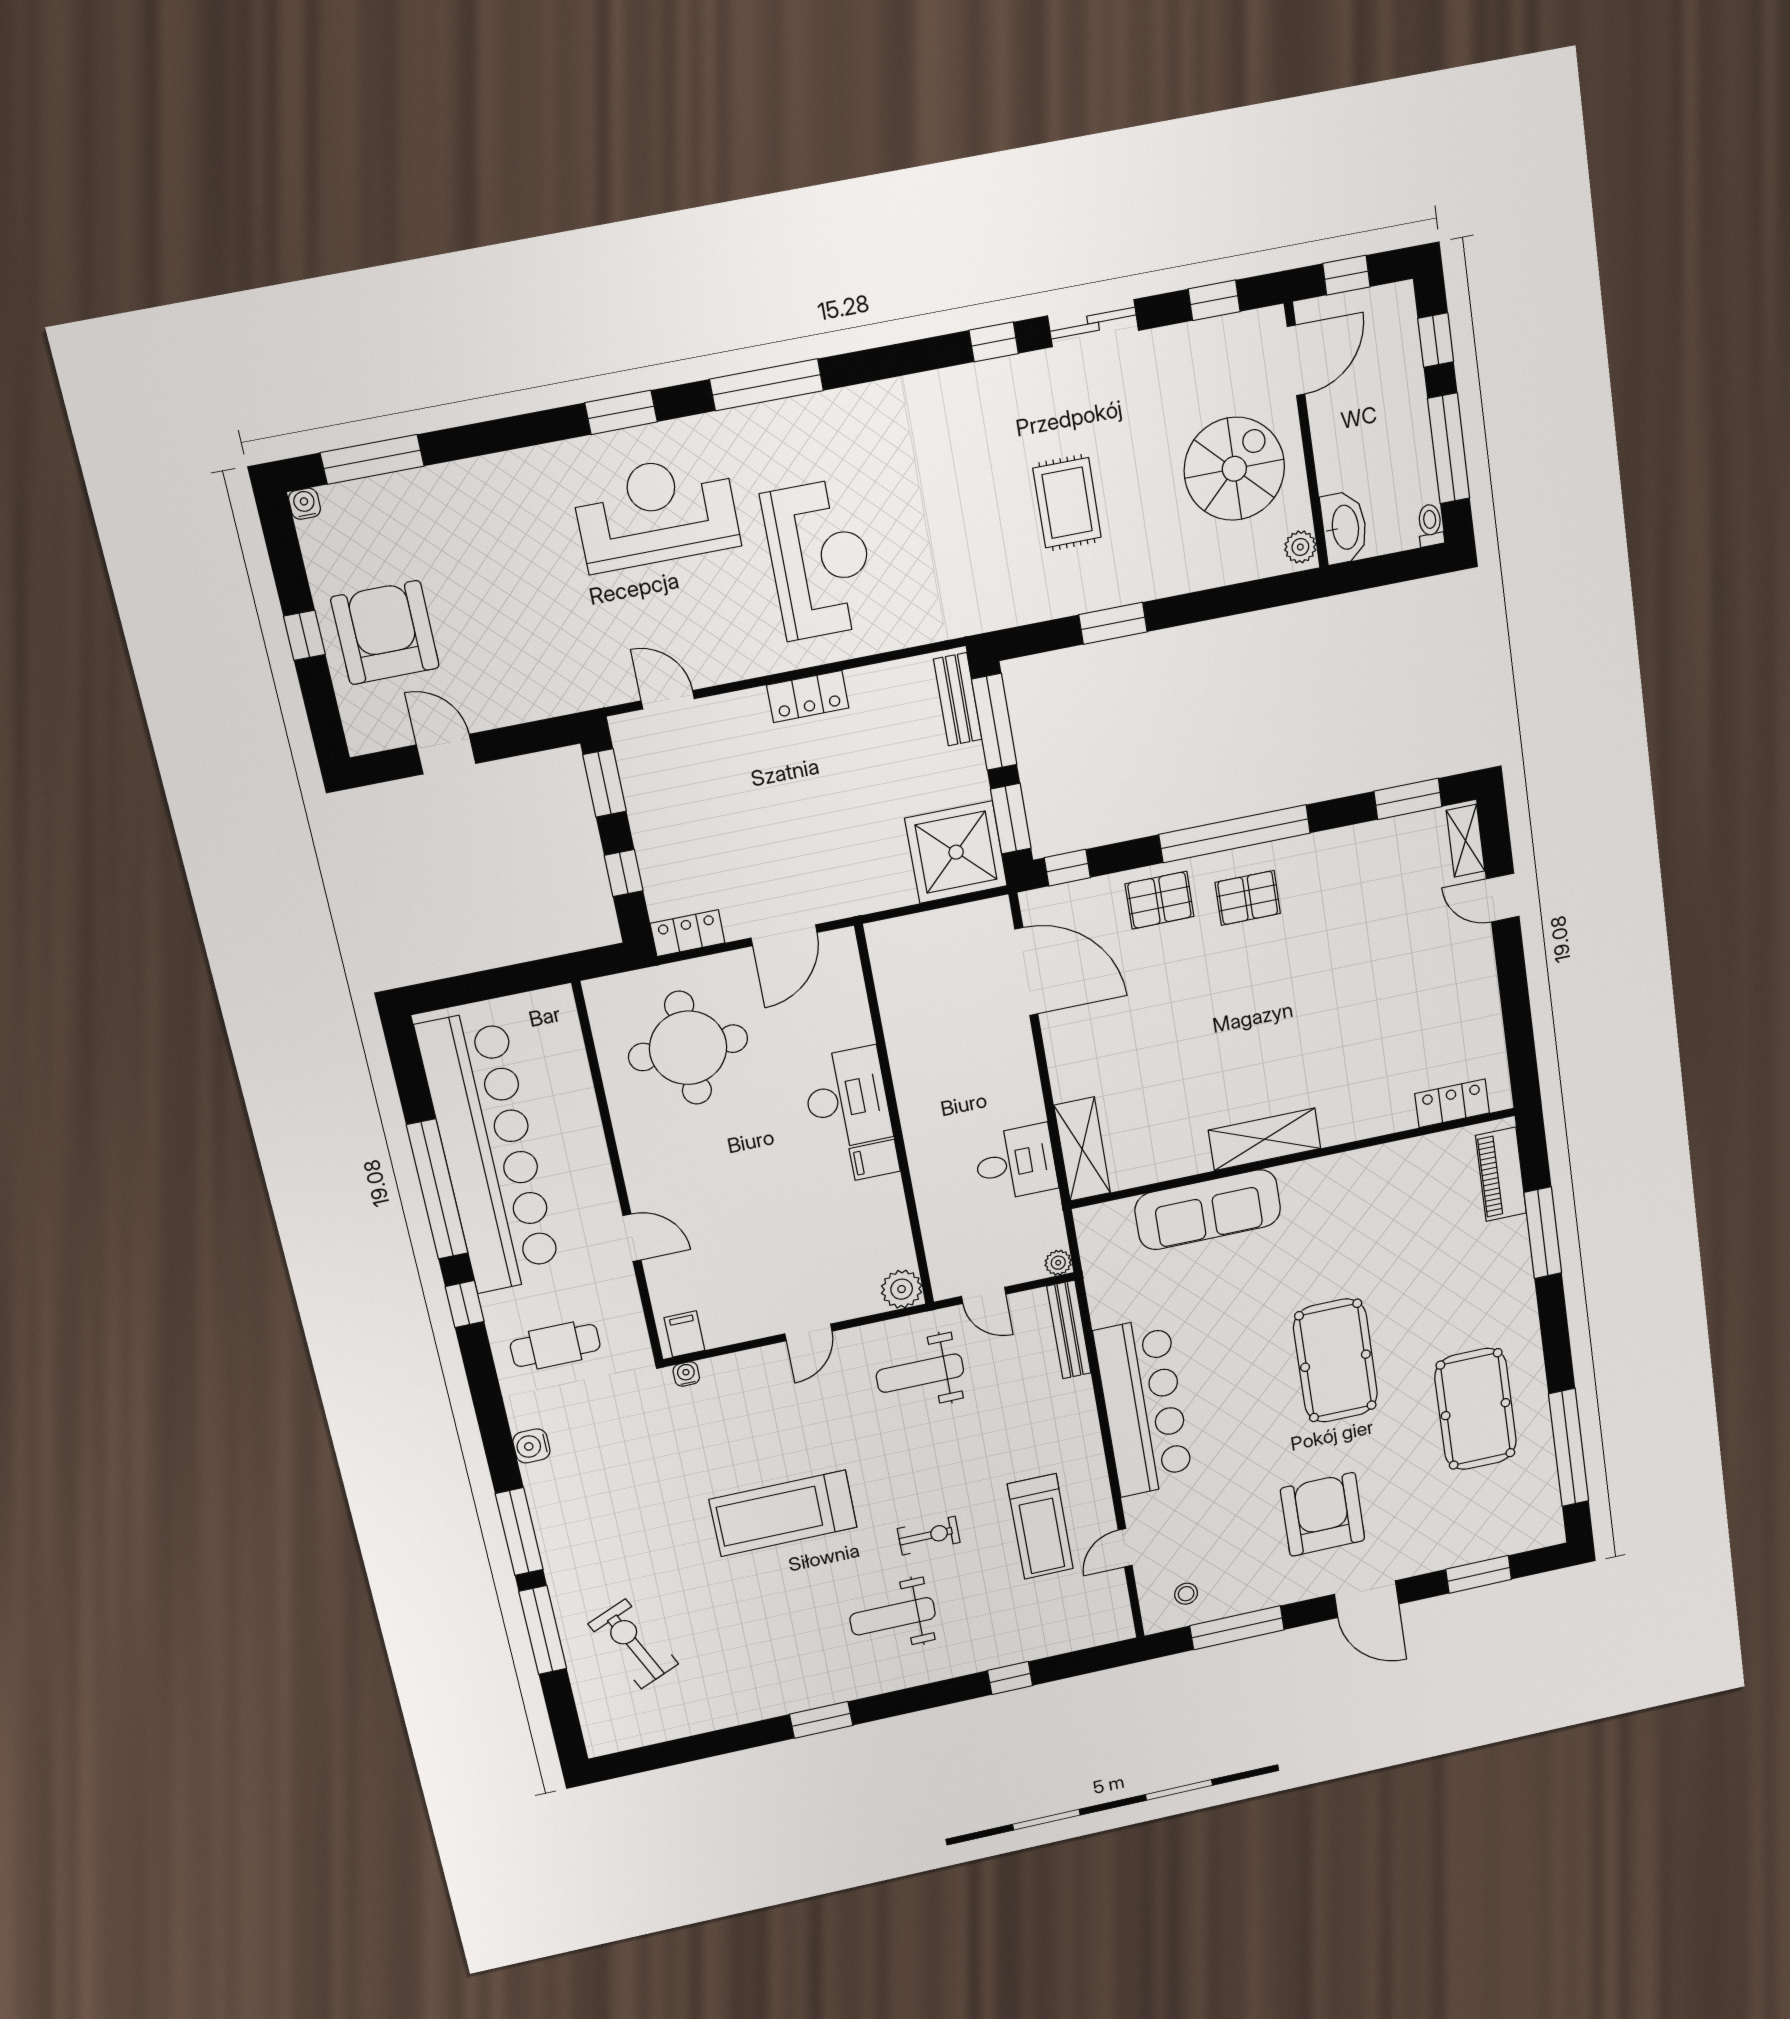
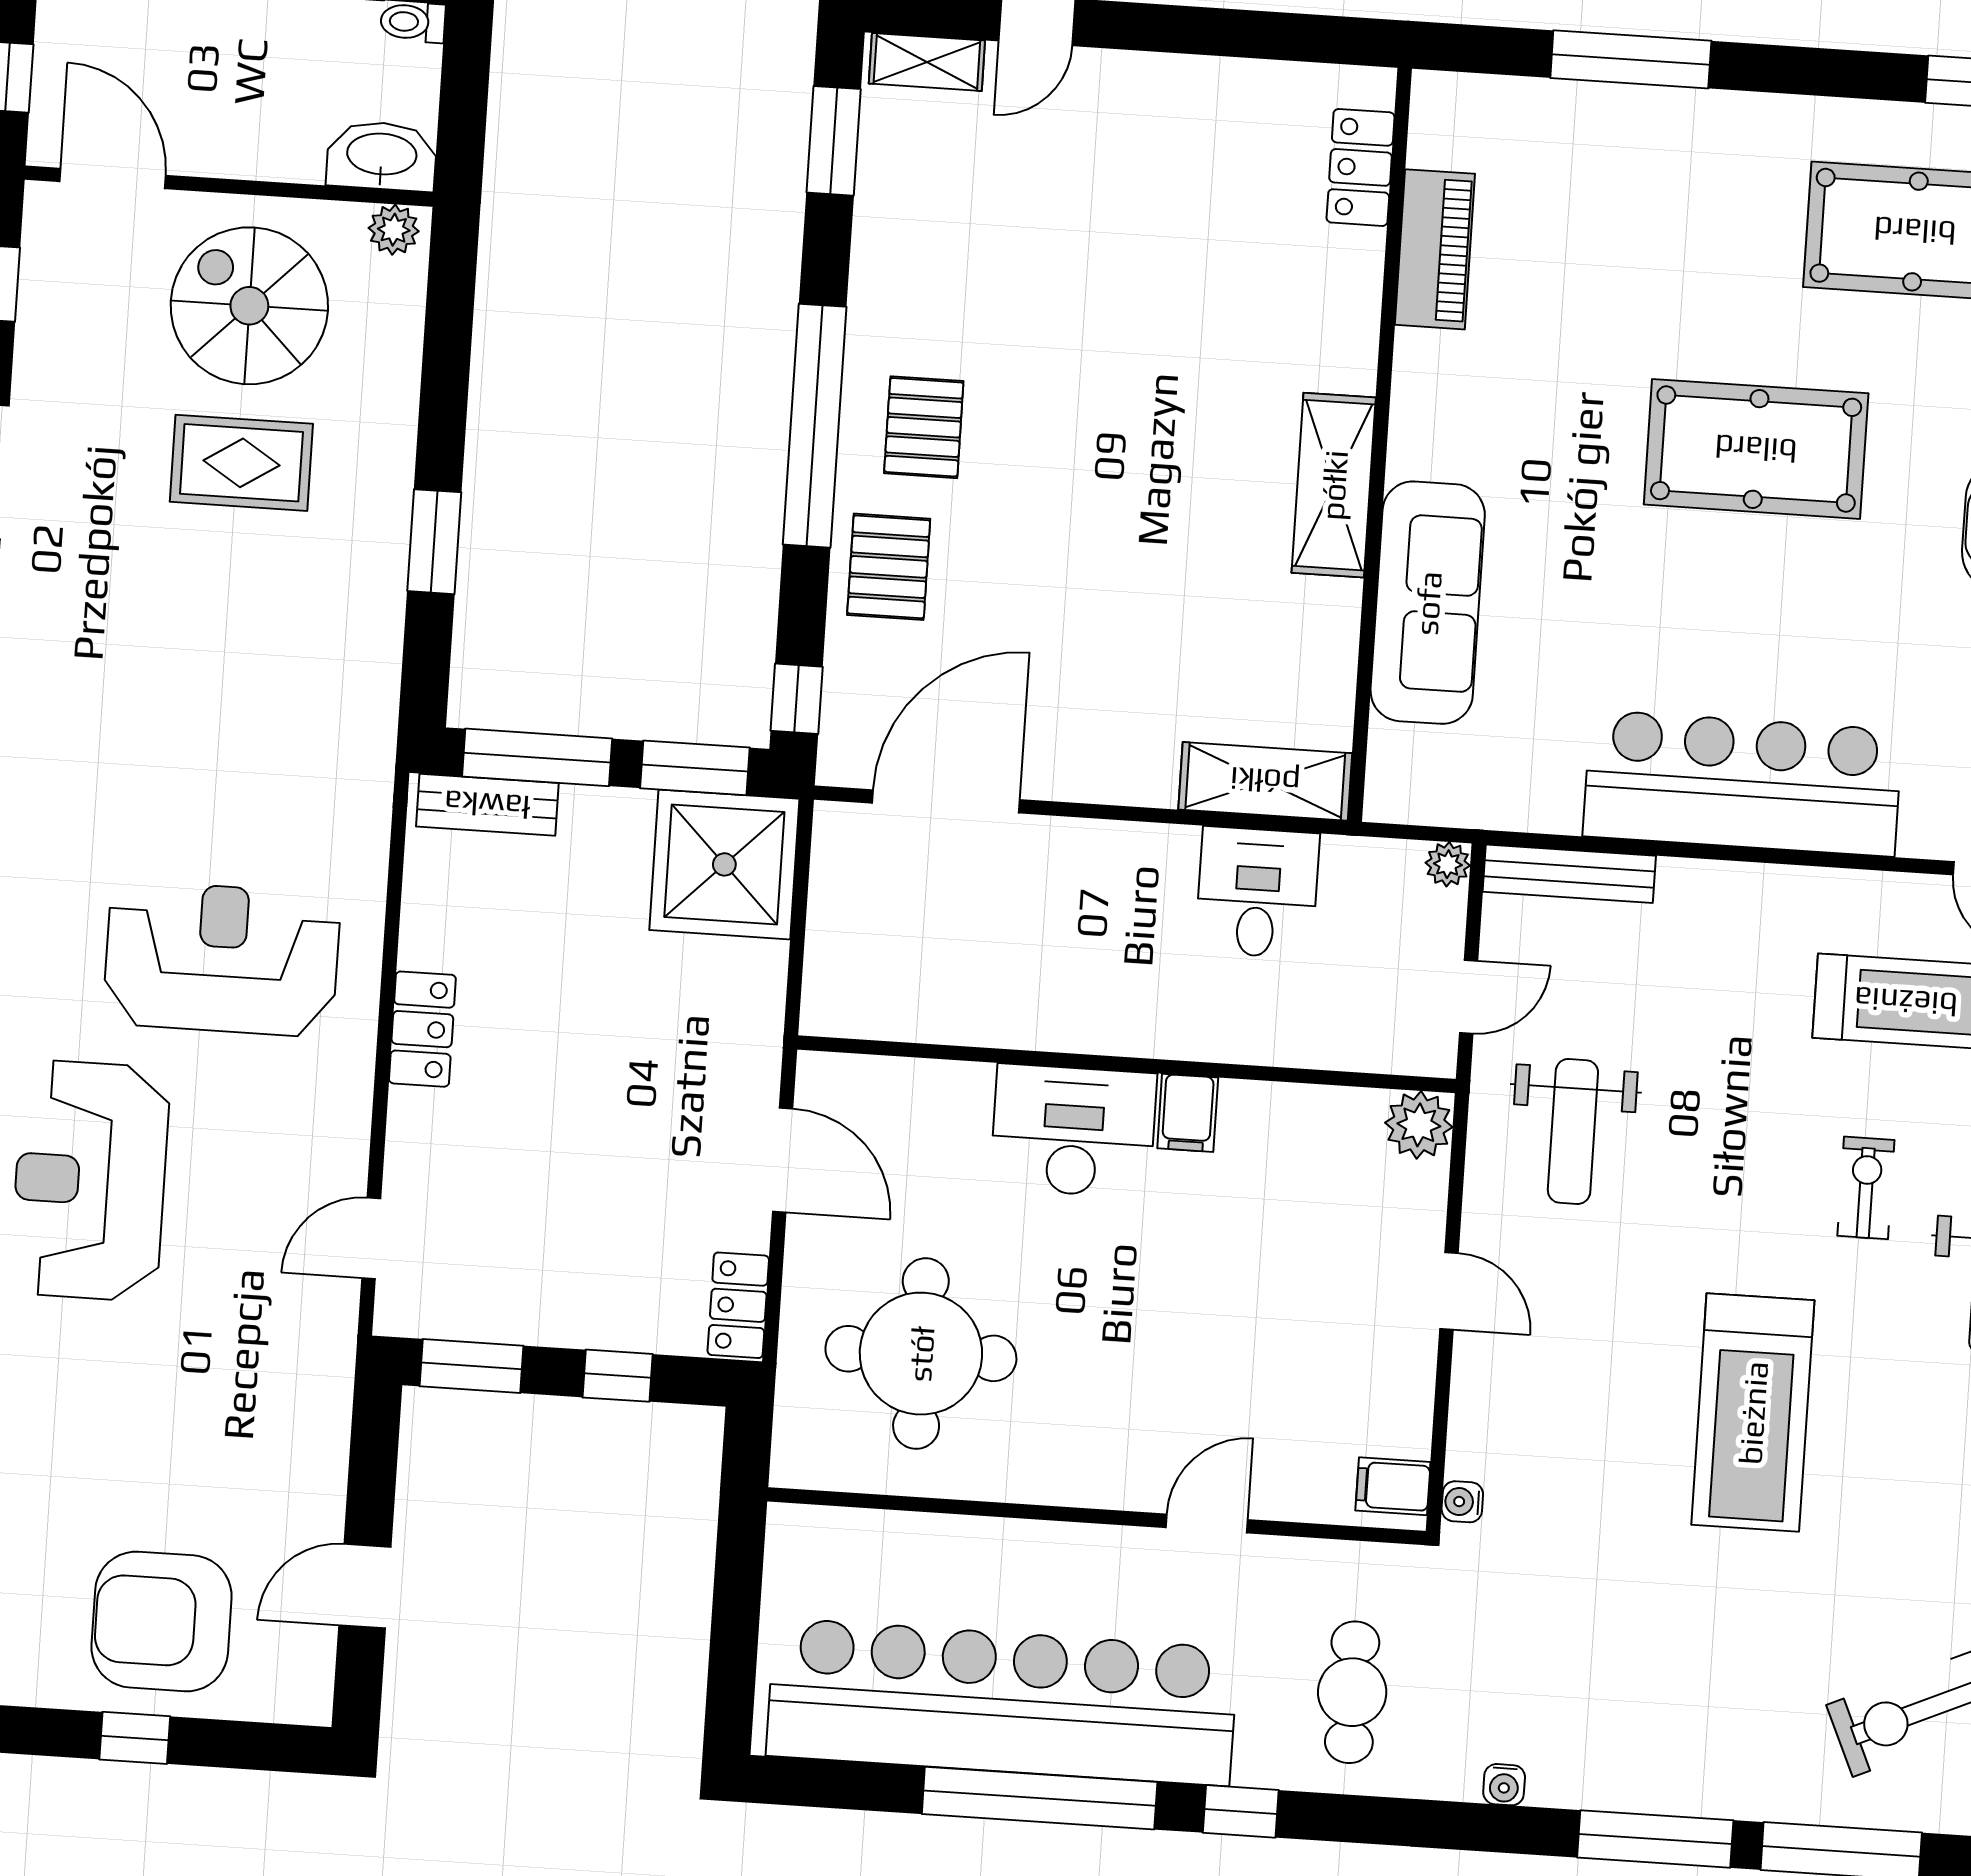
rug: (1067, 503) -> (241, 463), moved
piano: (1501, 1174) -> (1435, 249), moved, turned -90
water cooler: (531, 1446) -> (1504, 1785), width x0.72, depth x0.72

